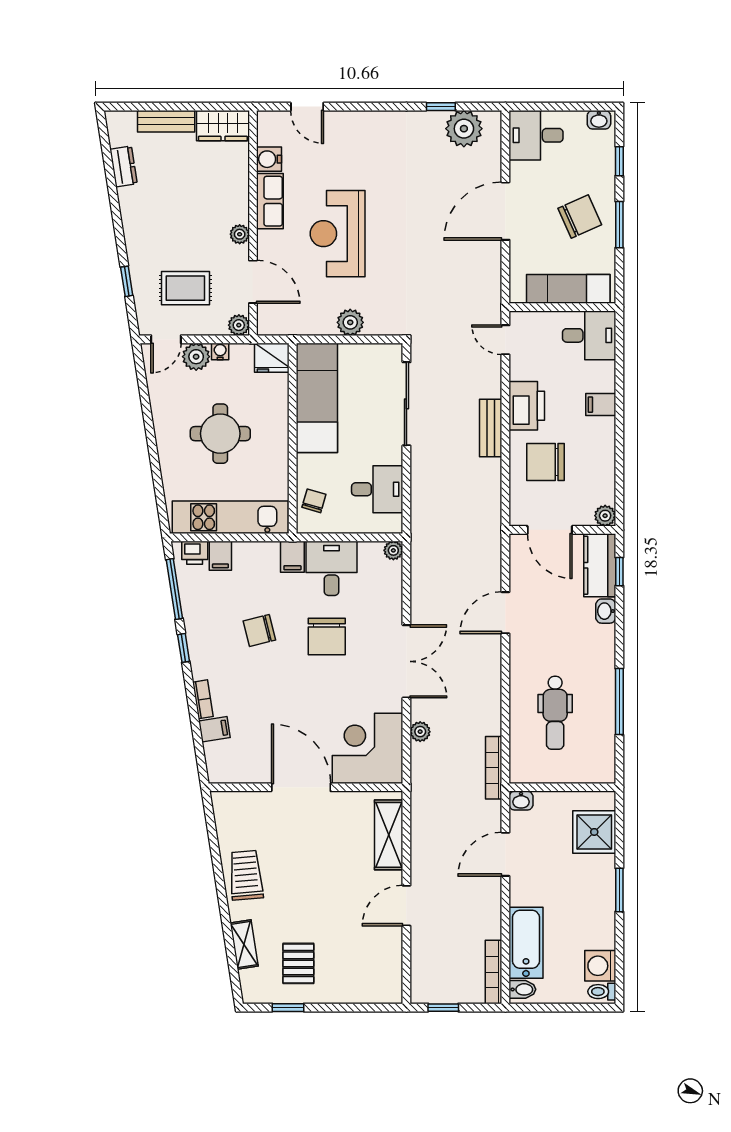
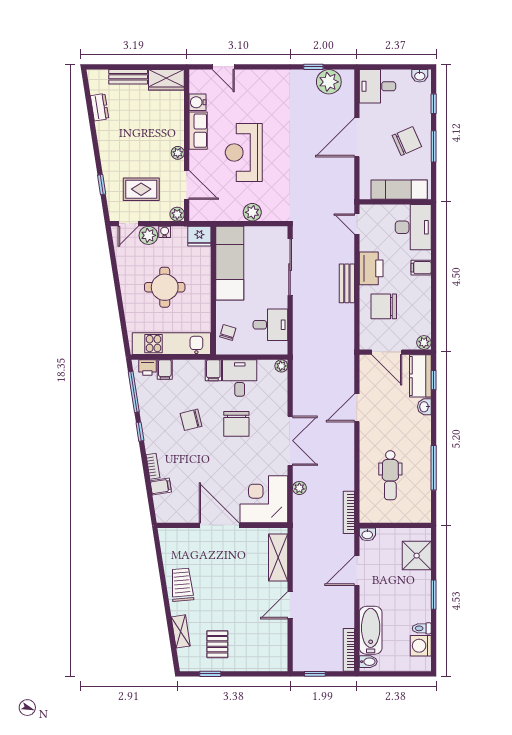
desk: (589, 335) -> (413, 227), width x1.37
toilet: (602, 992) -> (422, 628), moved

